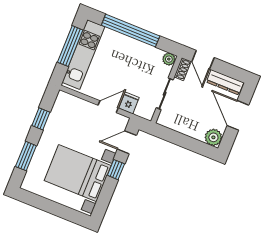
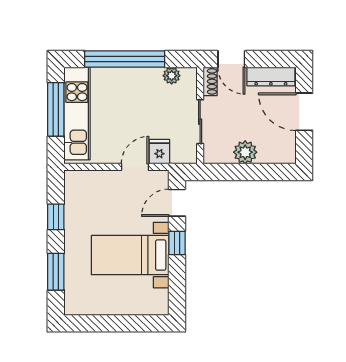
plant: (169, 59) -> (172, 76), moved
plant: (213, 137) -> (245, 152), moved
bed with nightstands: (78, 173) -> (130, 255), width x0.73

